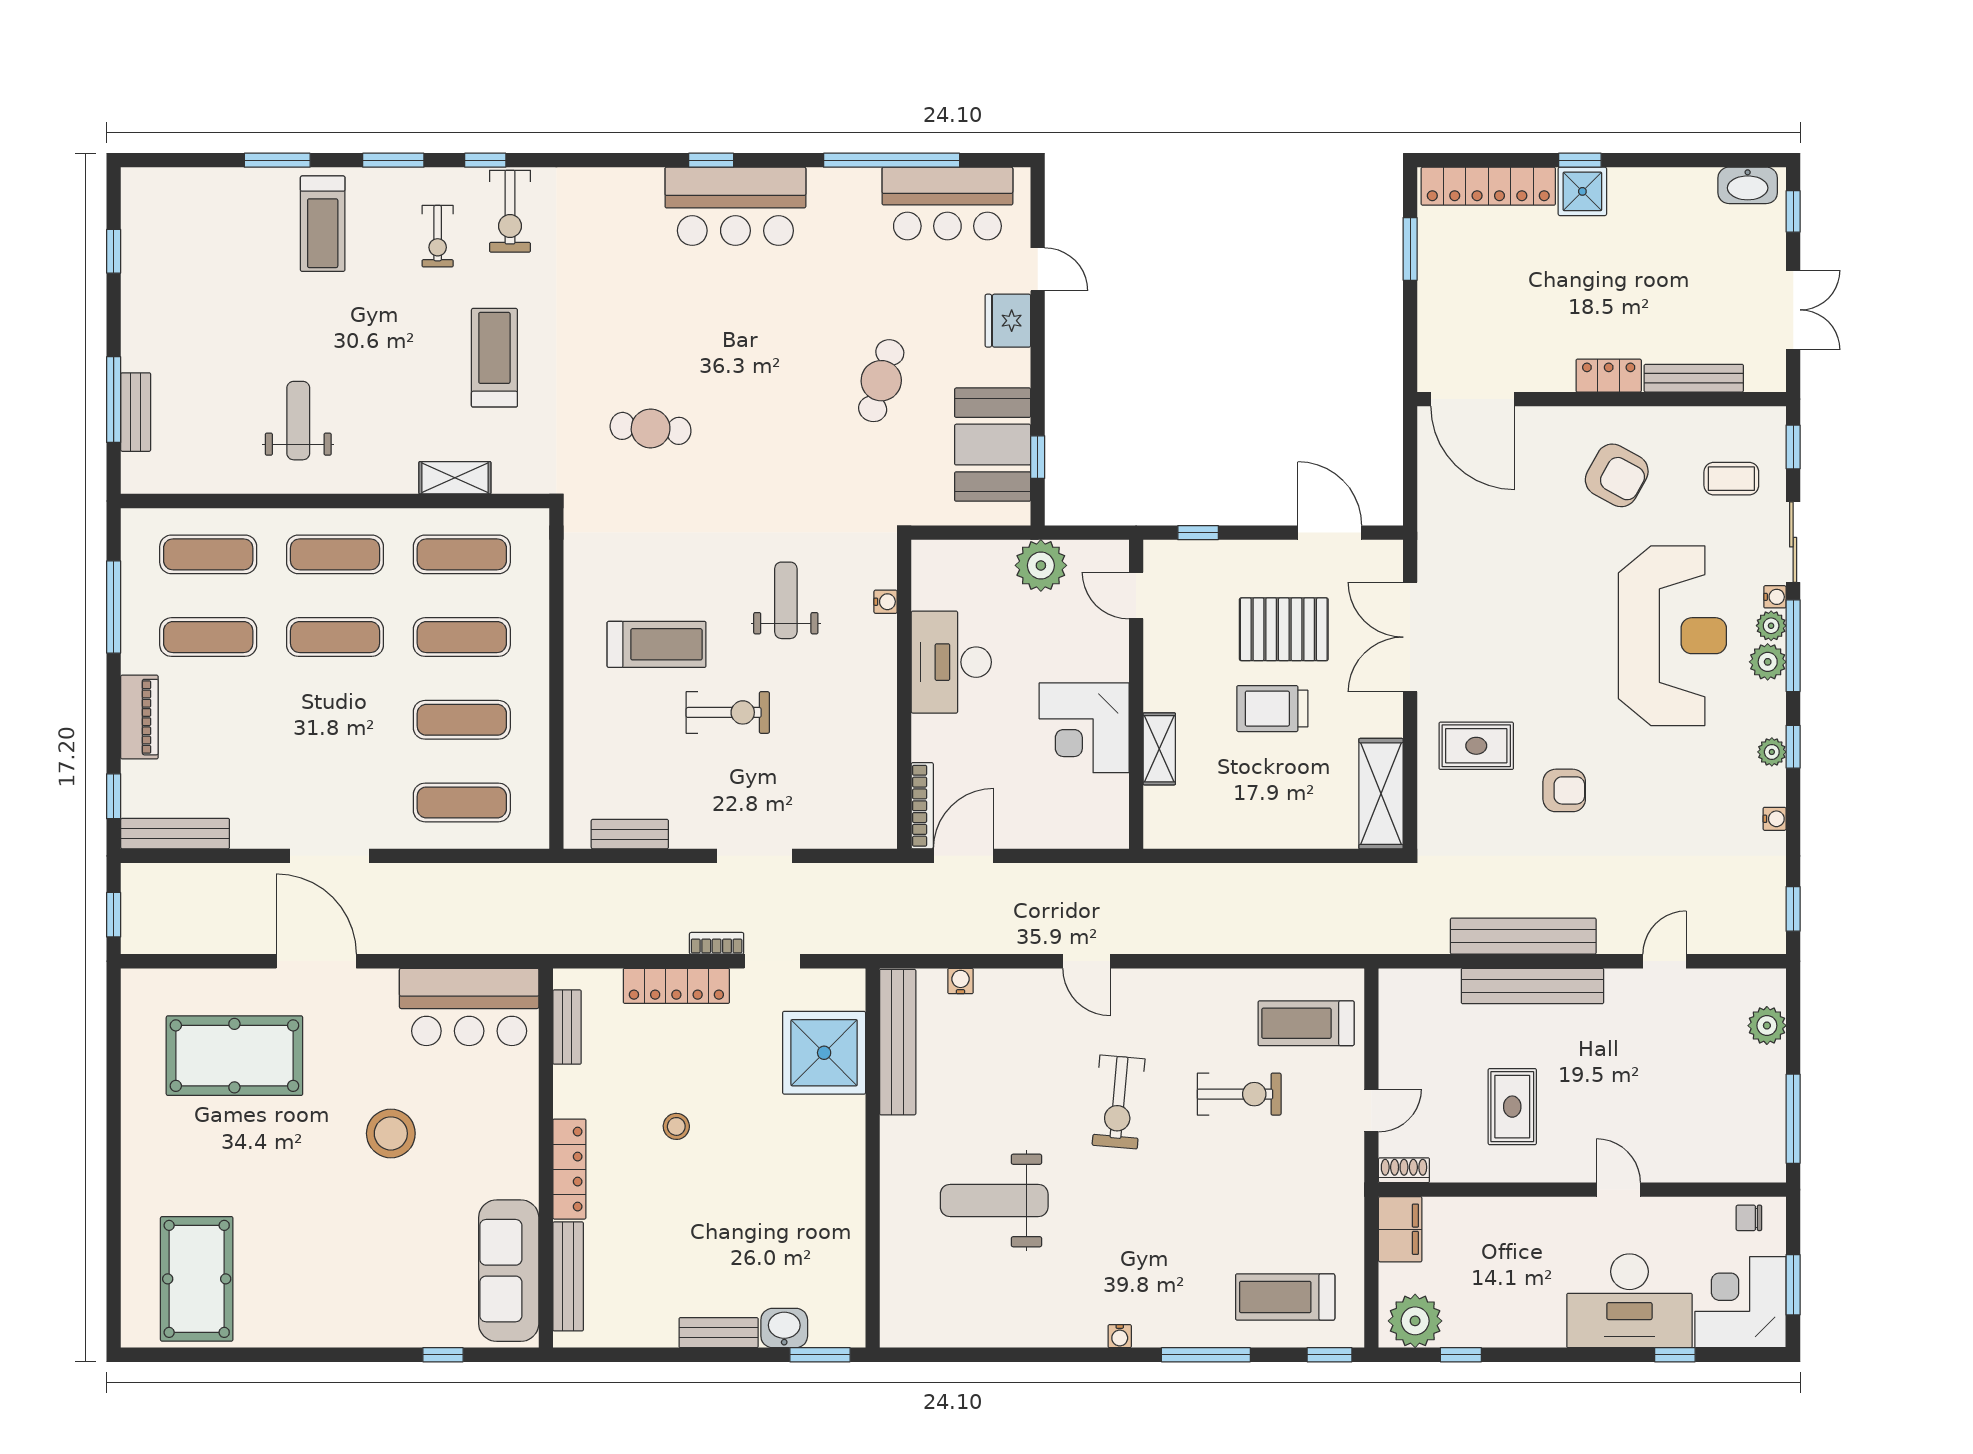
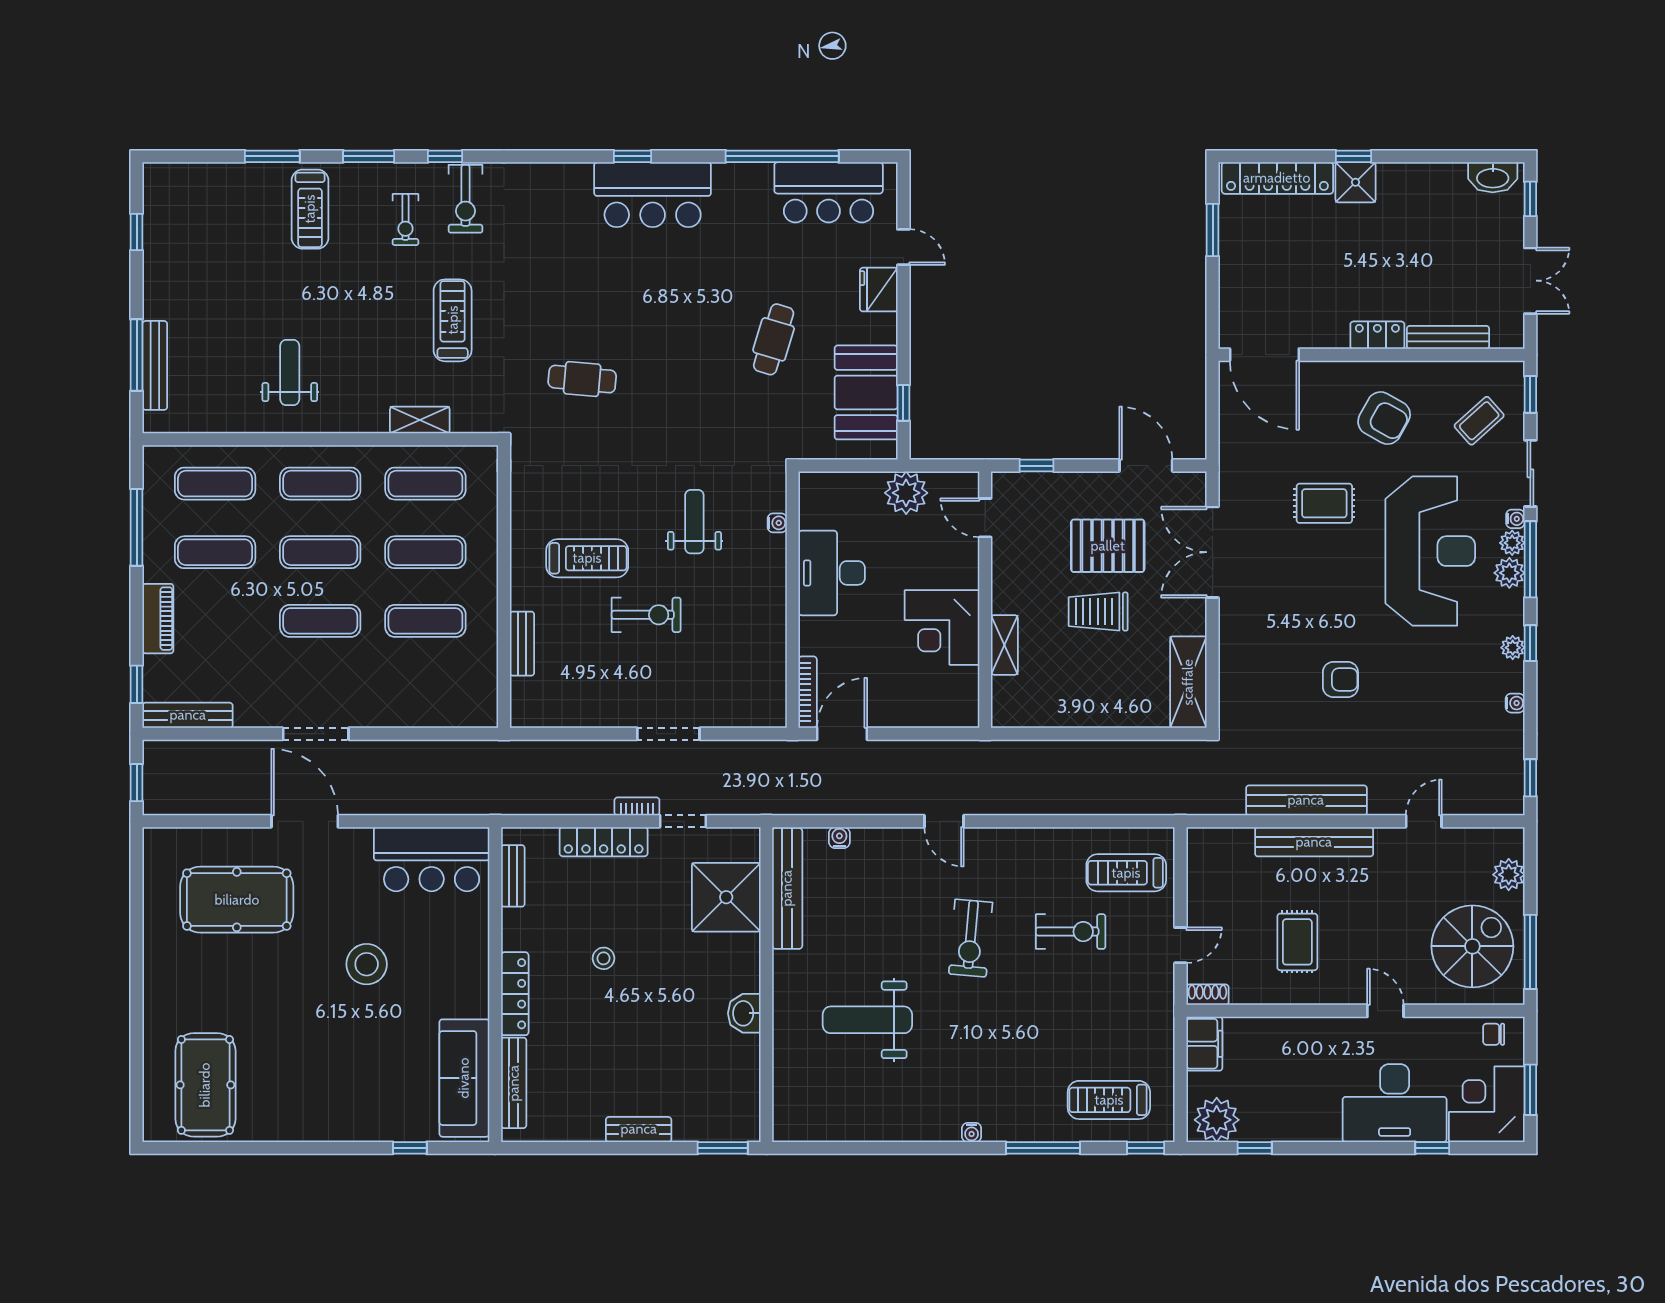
bench: (136, 412) -> (155, 365), width x1.36
coffee table: (1731, 479) -> (1479, 421), turned -42
rug: (1476, 746) -> (1324, 503), moved
exercise mat: (462, 802) -> (320, 621), moved
bench: (630, 834) -> (522, 644), moved, turned 90
spiral stairs: (1723, 1112) -> (1472, 946), added
washbasin: (784, 1328) -> (744, 1013), moved, turned -90

